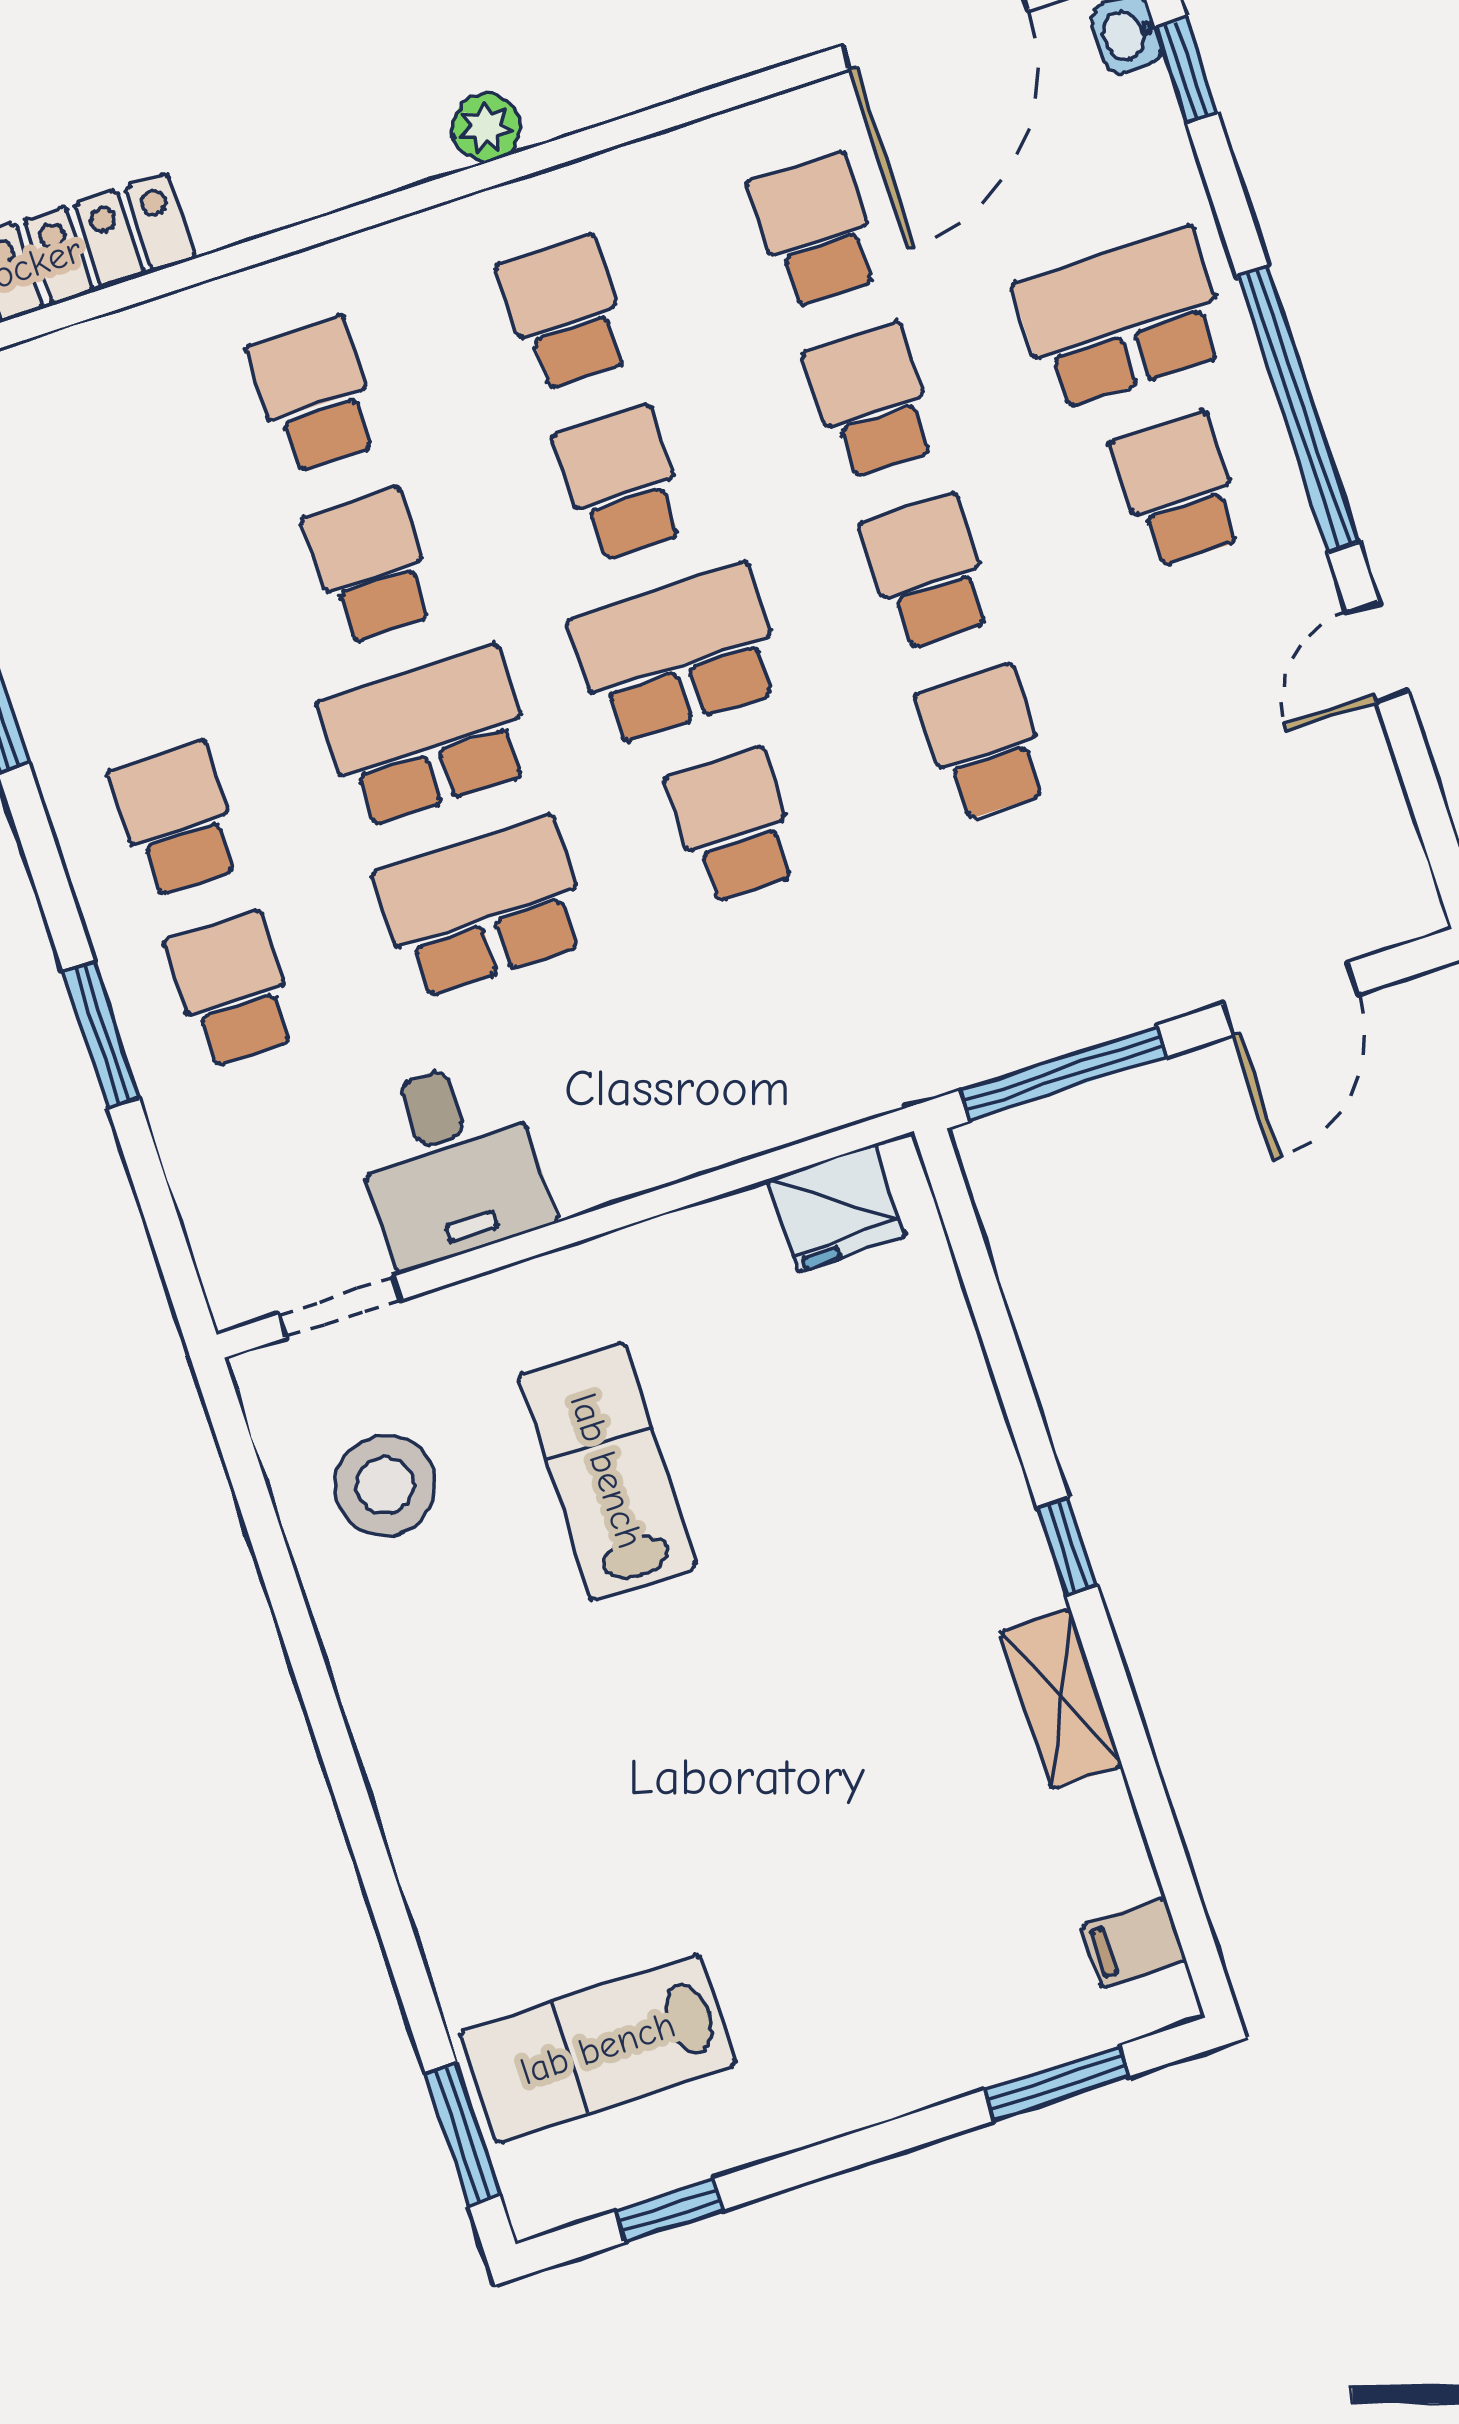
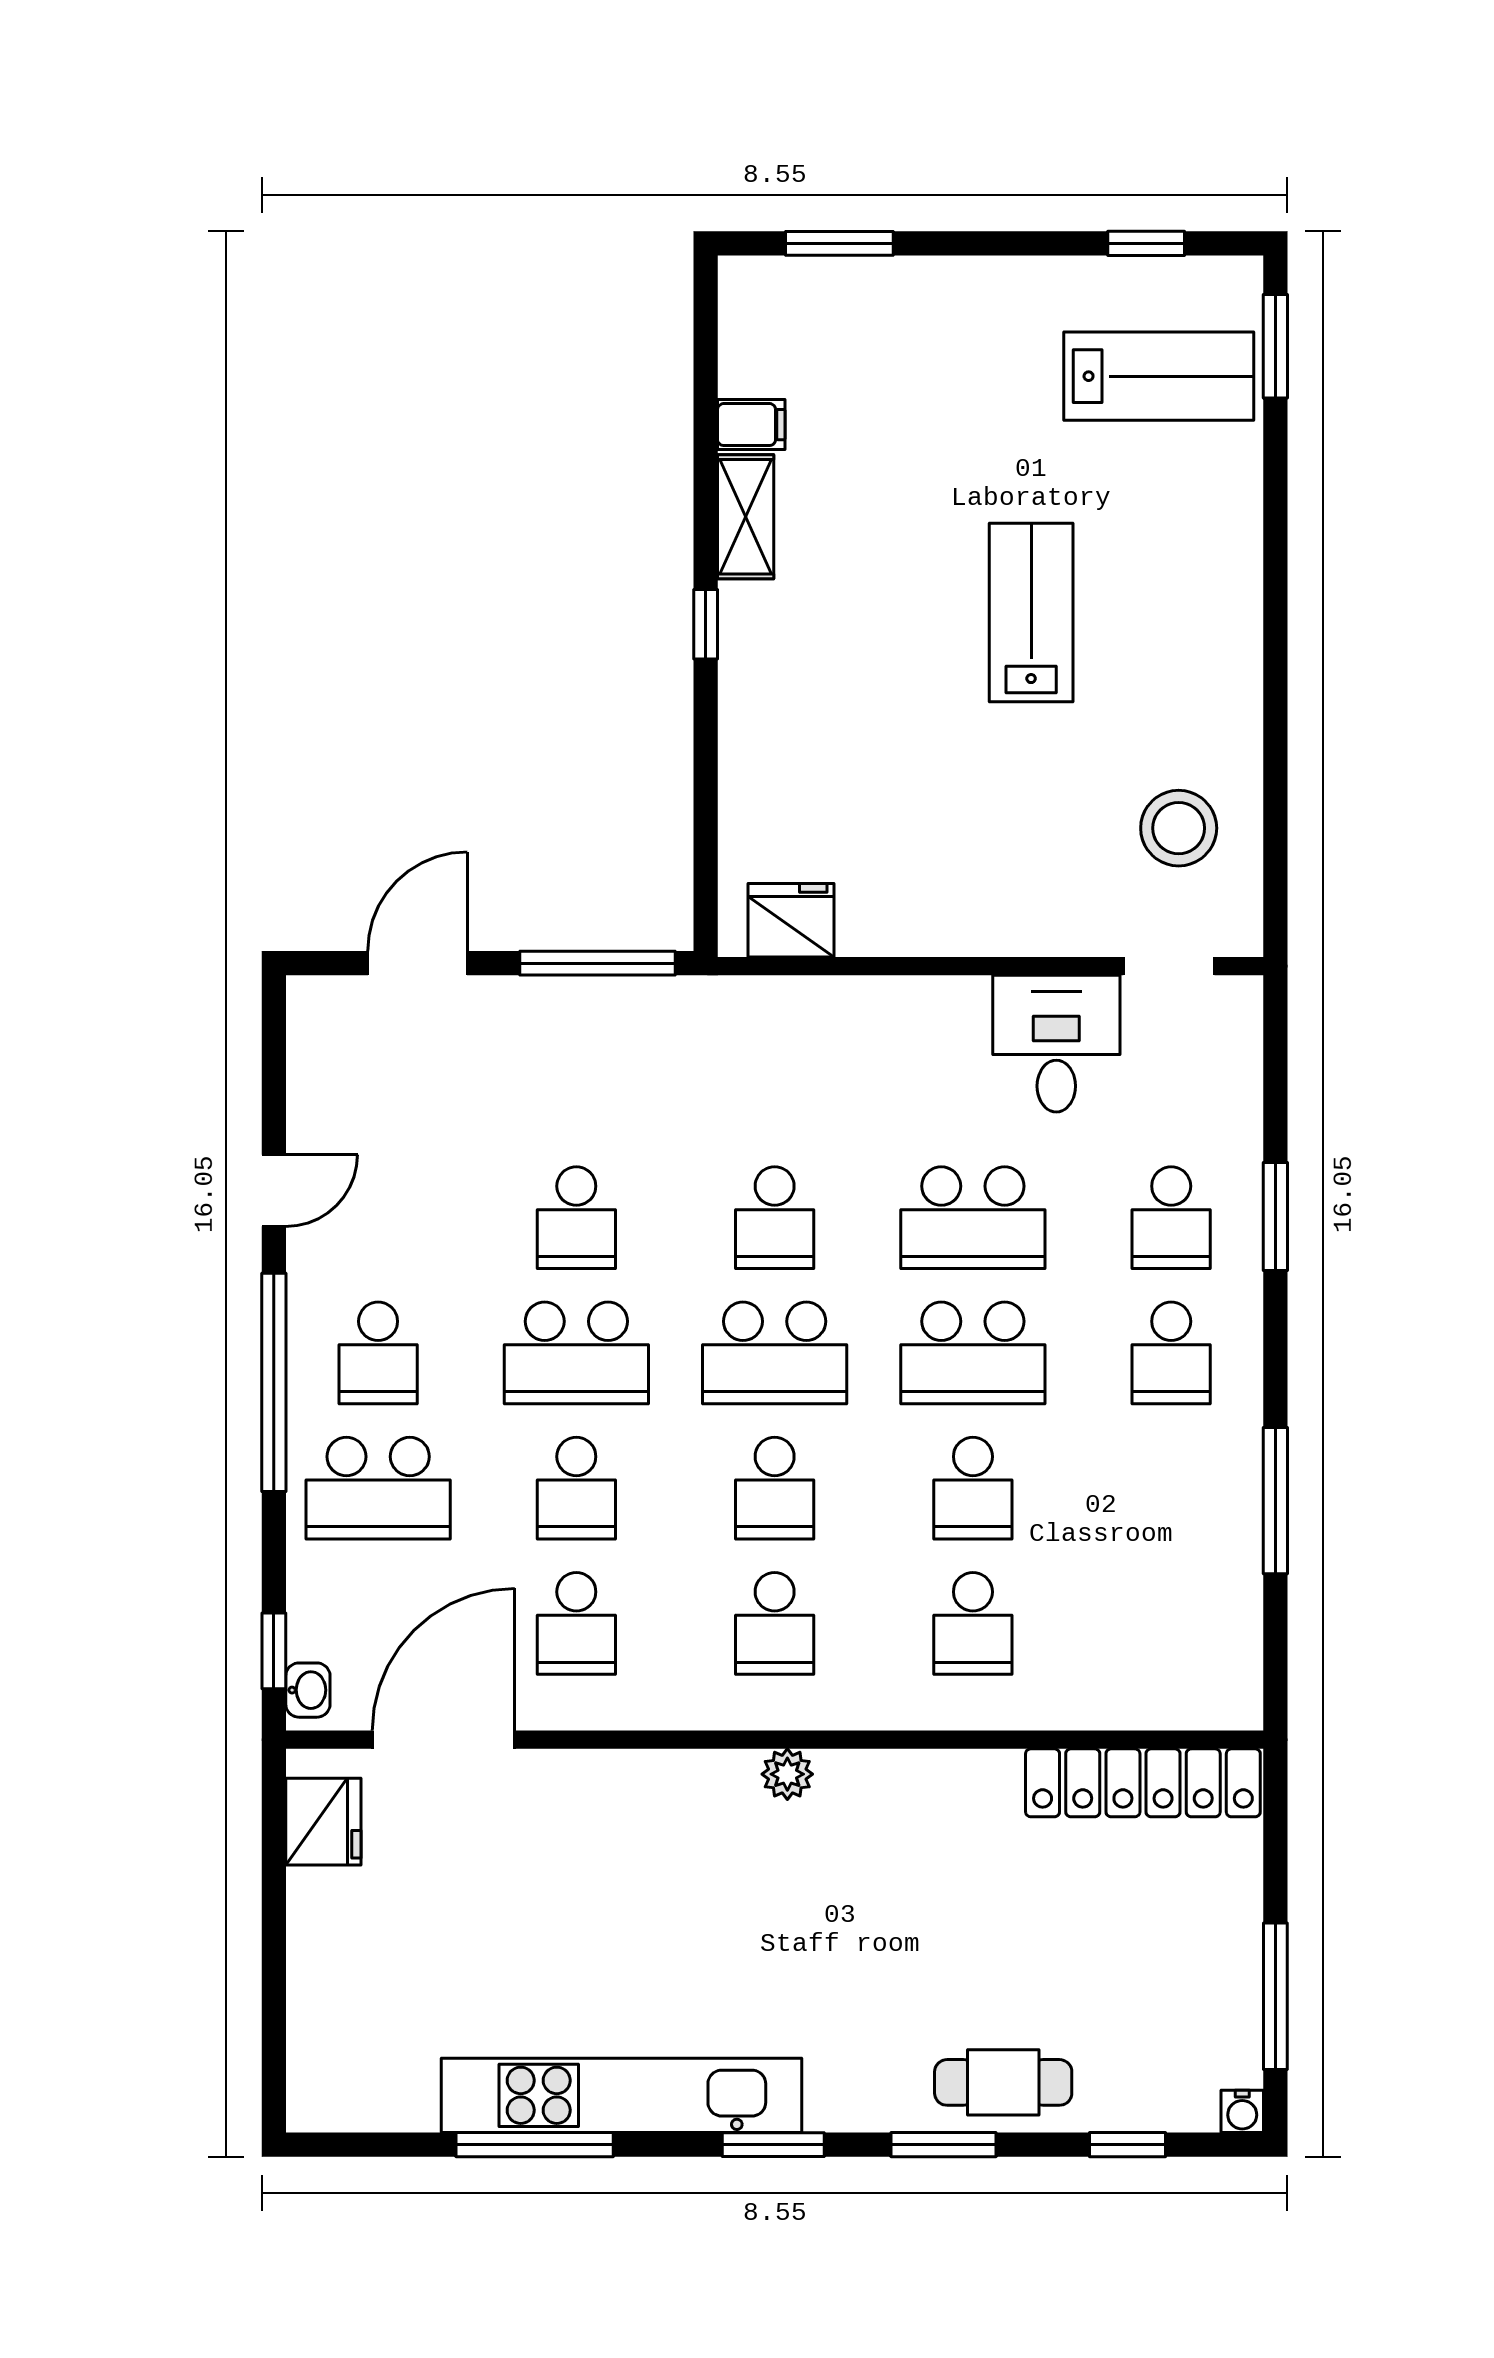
school desk: (928, 572) -> (576, 1353), width x1.85
lab bench: (607, 1471) -> (1031, 612), moved, turned 180
filing cabinet: (1134, 1943) -> (751, 425), moved

